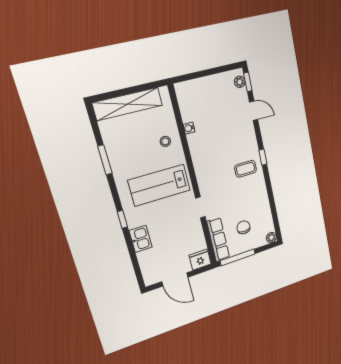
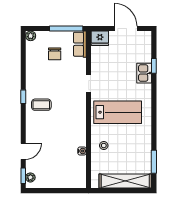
door: (254, 111) -> (23, 151), swing flipped
window: (263, 157) -> (23, 97), moved
window: (105, 160) -> (154, 162), moved
window: (122, 219) -> (154, 66), moved
row of seats: (218, 240) -> (80, 44), width x0.68

